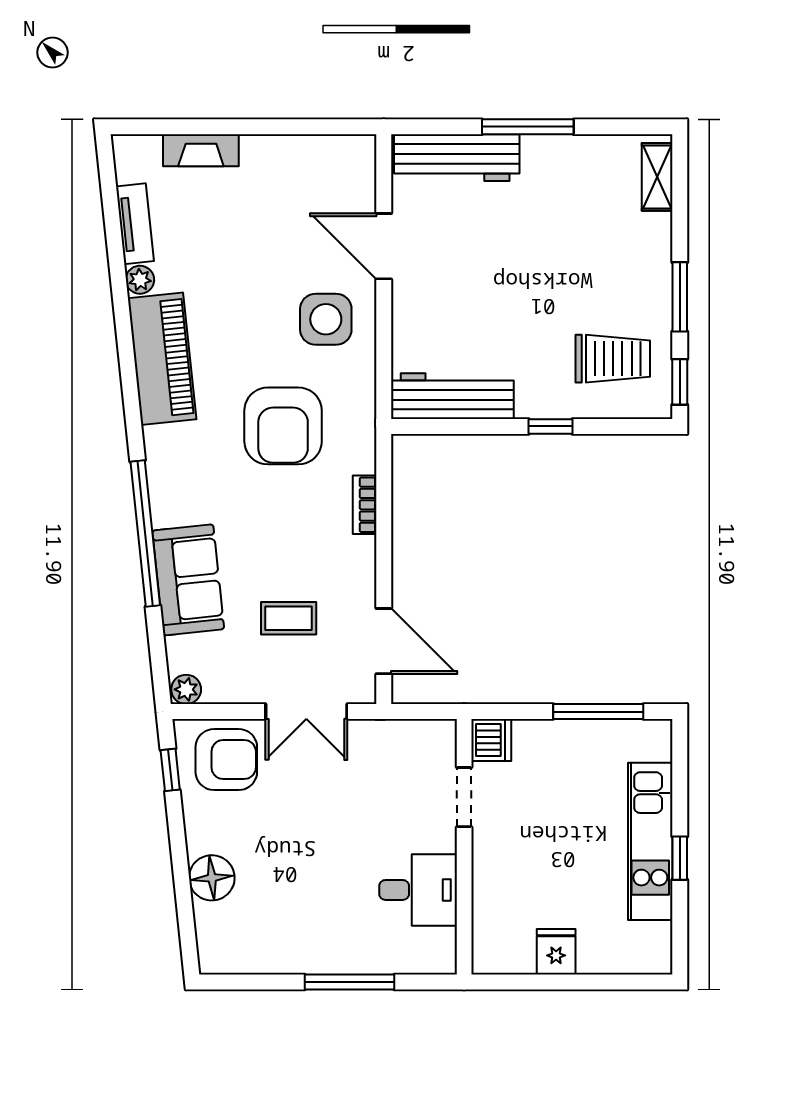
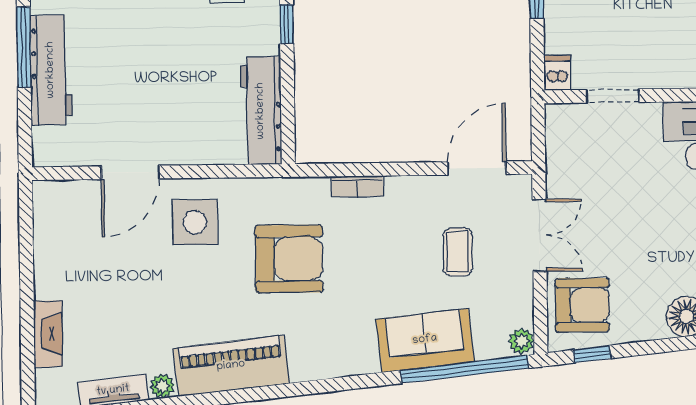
workbench: (457, 158) -> (51, 70), moved
window: (145, 534) -> (465, 369), moved
dishwasher: (491, 740) -> (557, 73), width x0.73
armchair: (226, 760) -> (582, 305), turned 90

